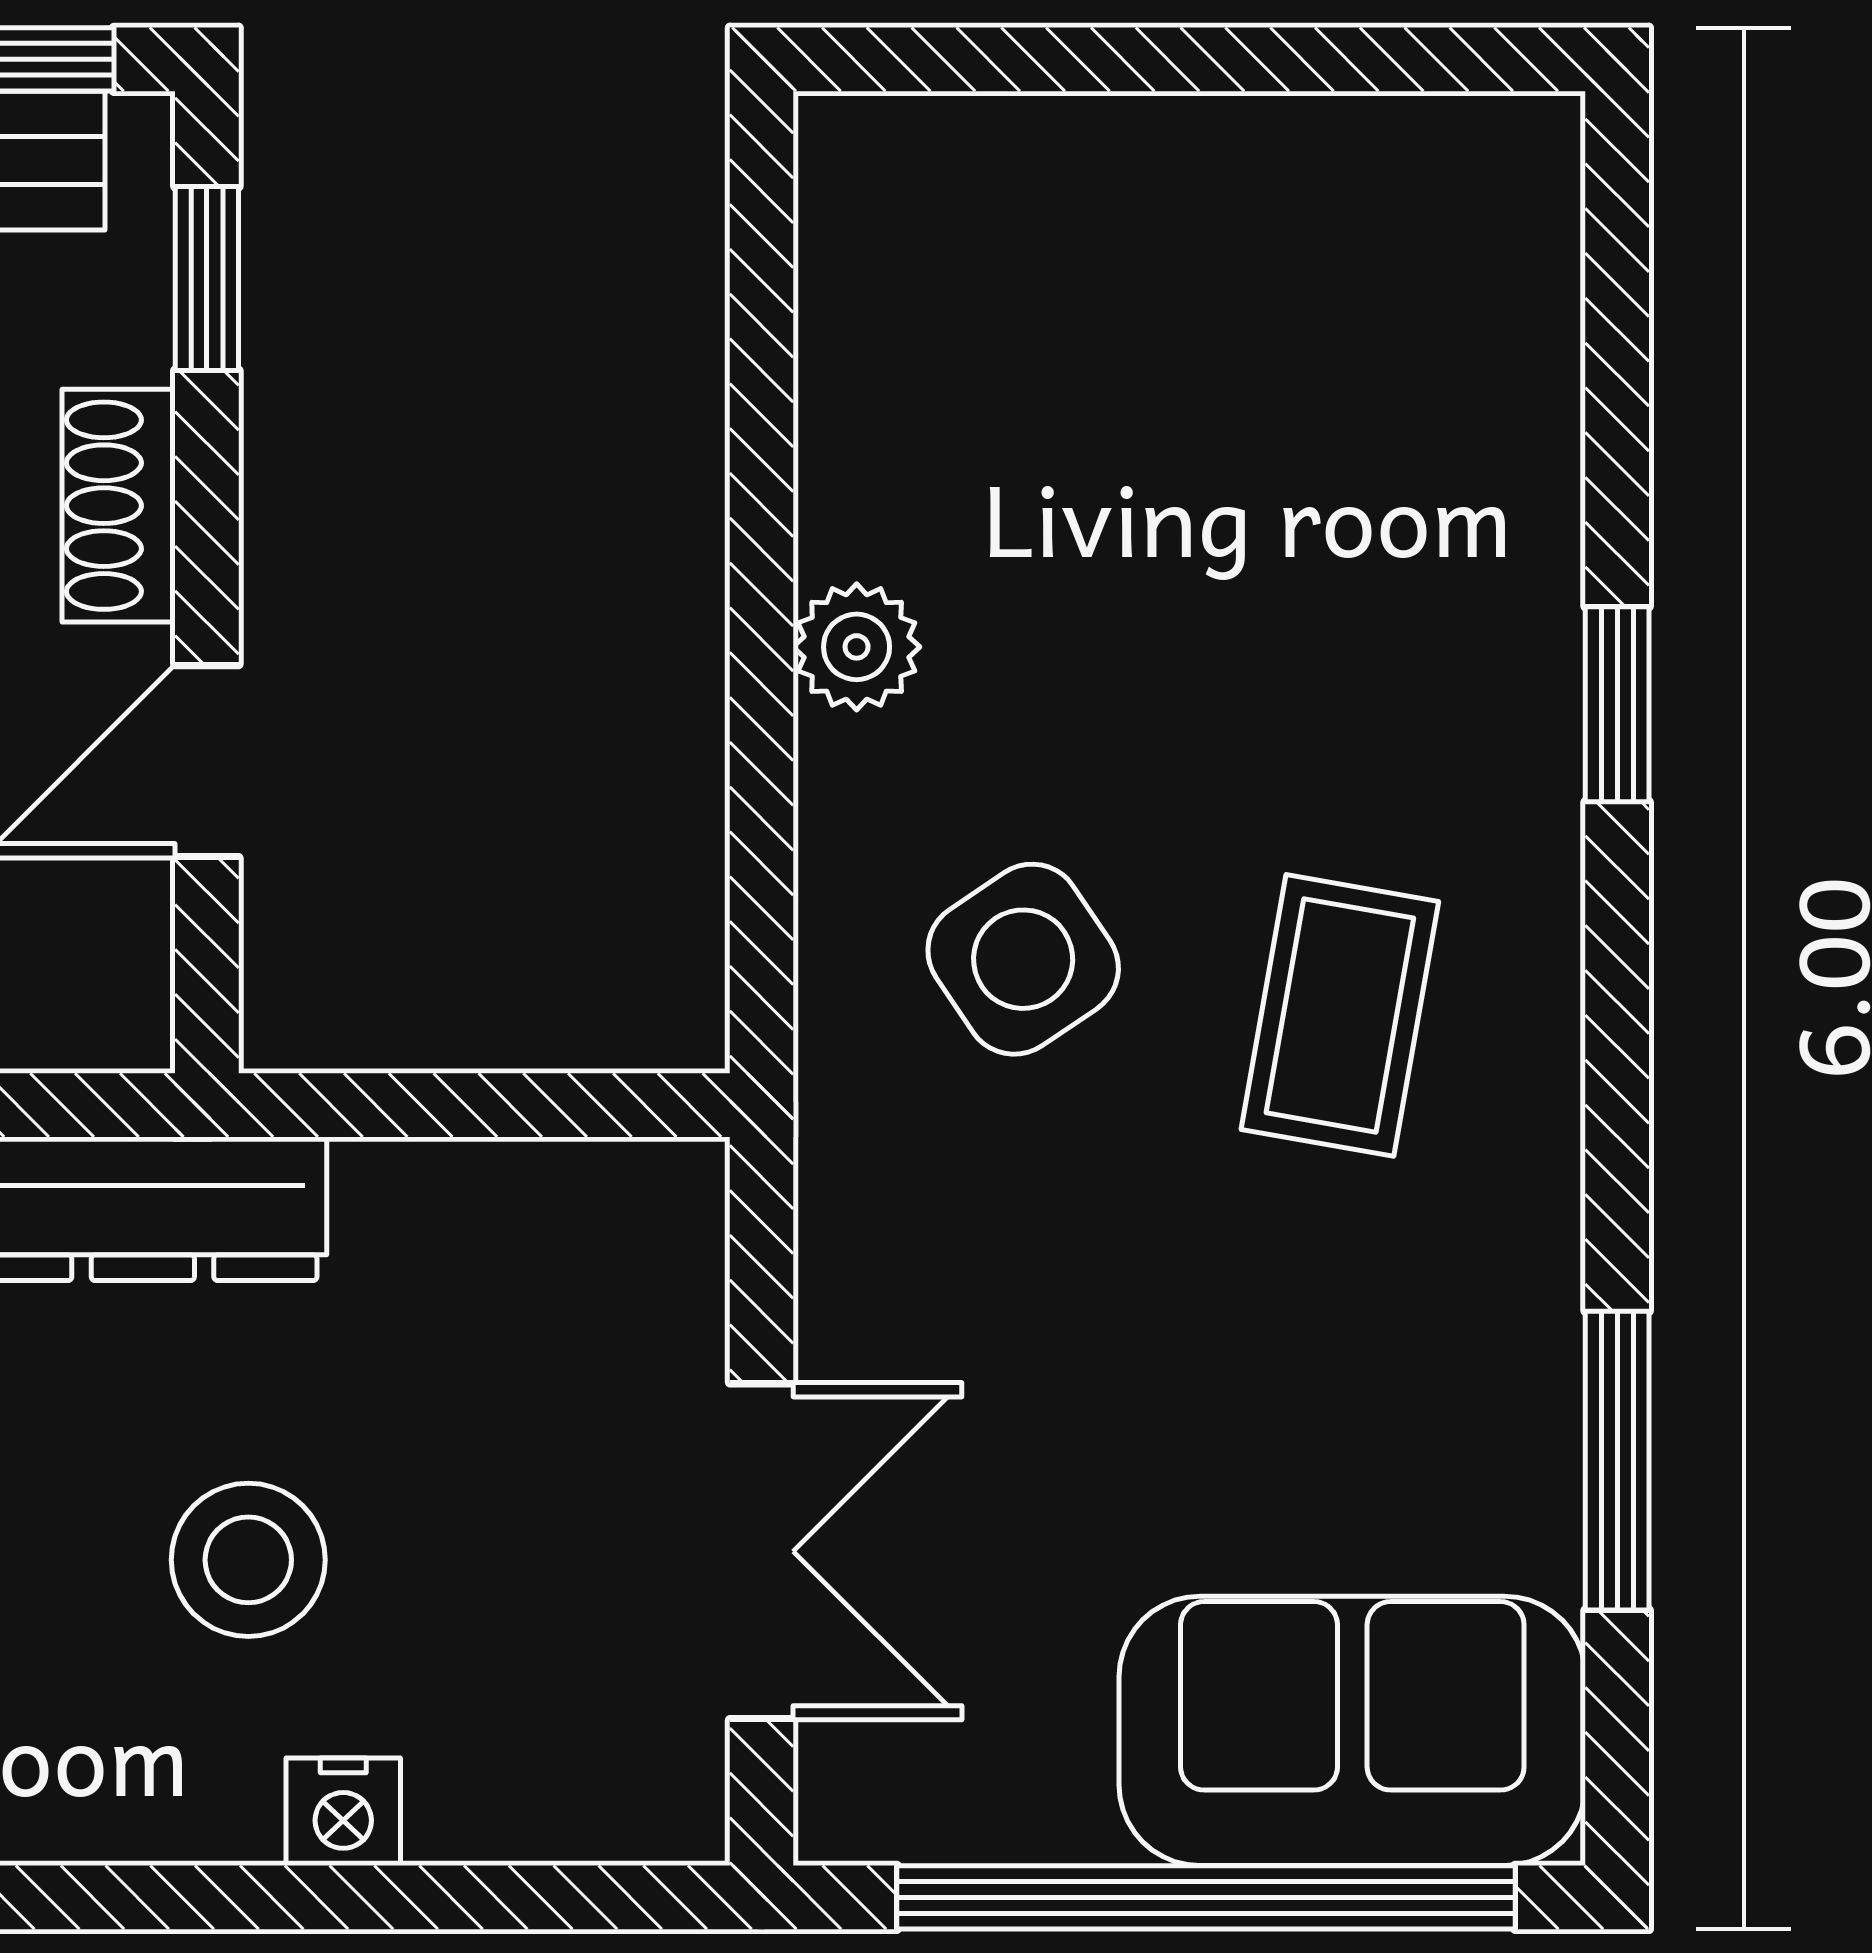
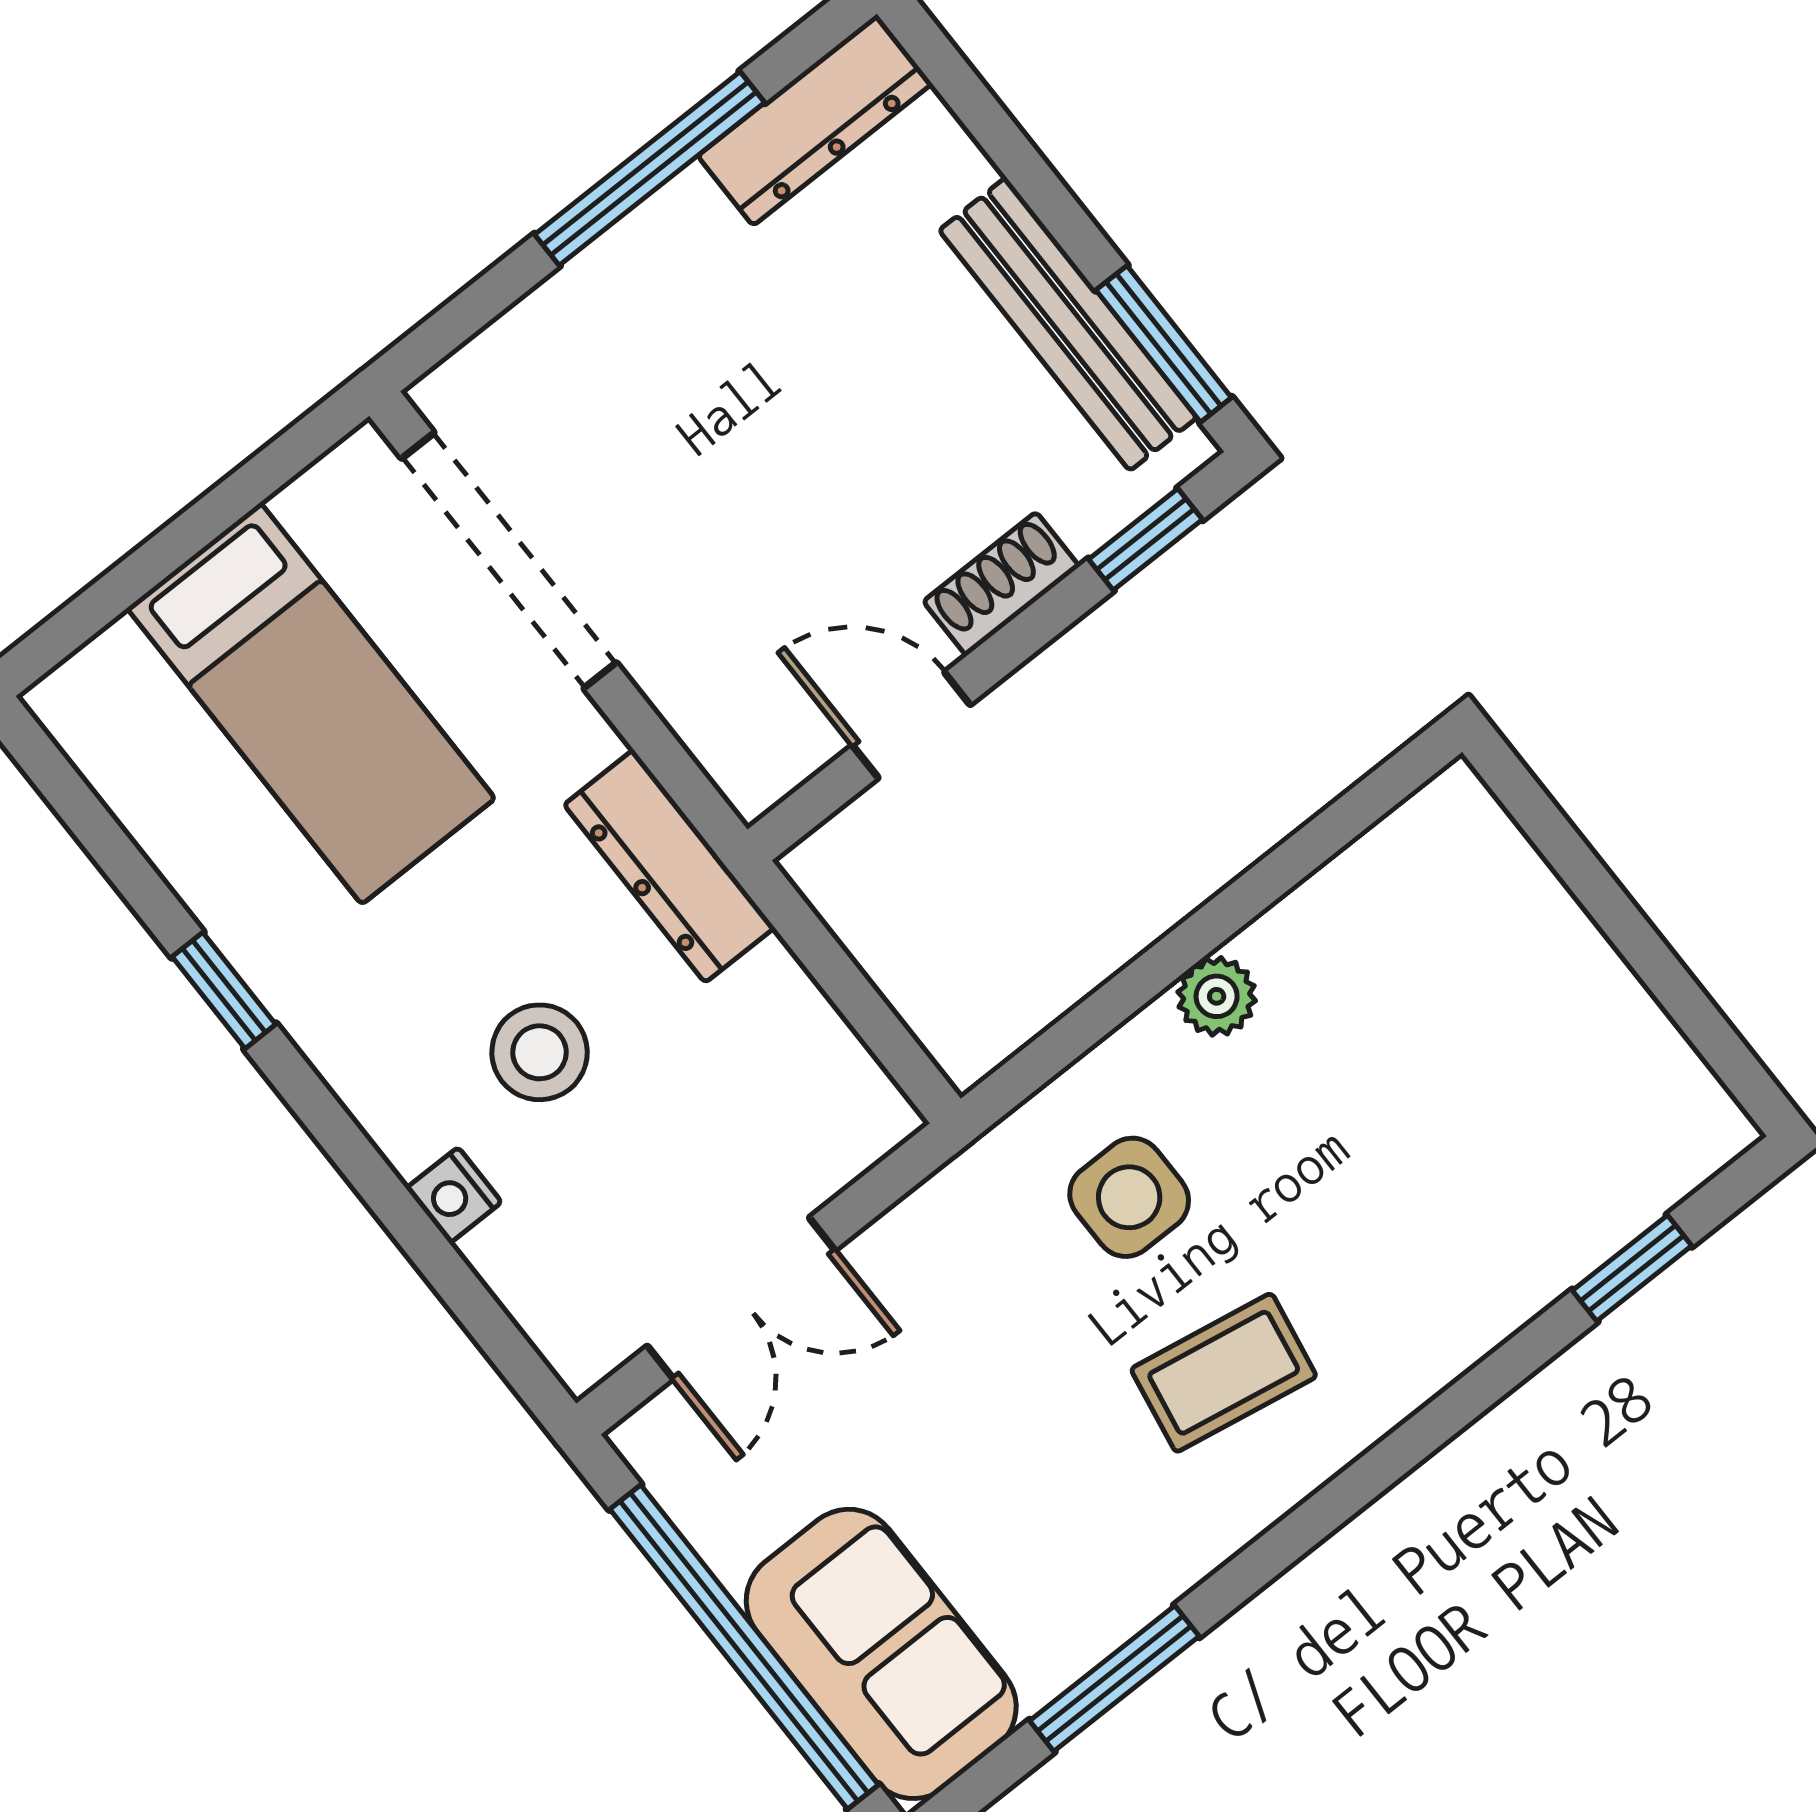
window: (1617, 704) -> (1632, 1268), moved
side table: (1023, 959) -> (1129, 1197), turned 34

